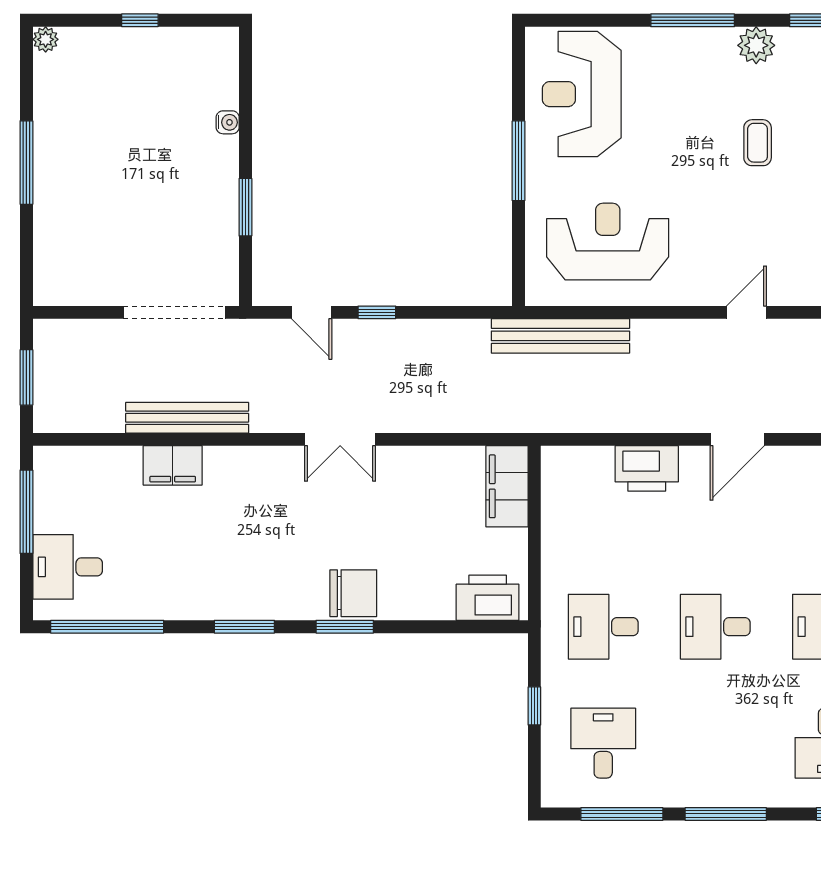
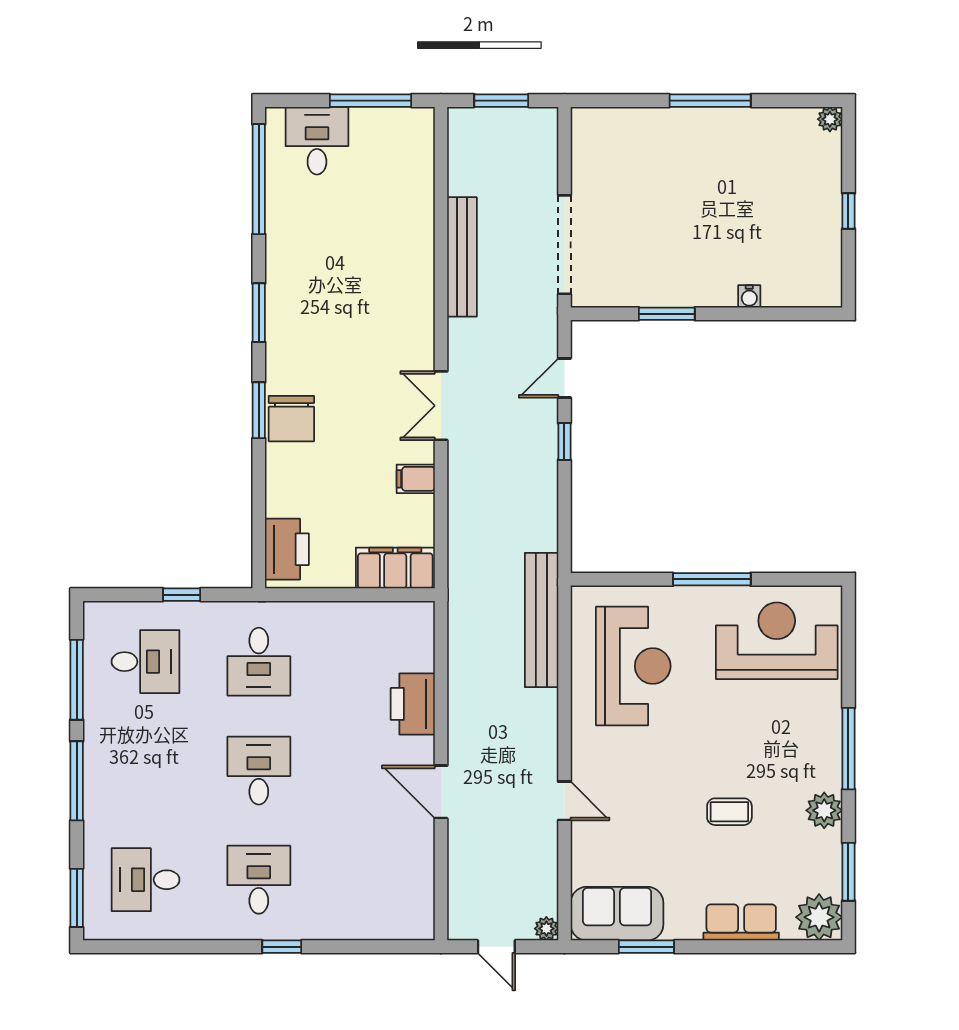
filing cabinet: (173, 465) -> (416, 479), moved, width x0.50
desk: (603, 627) -> (259, 662), turned 180

